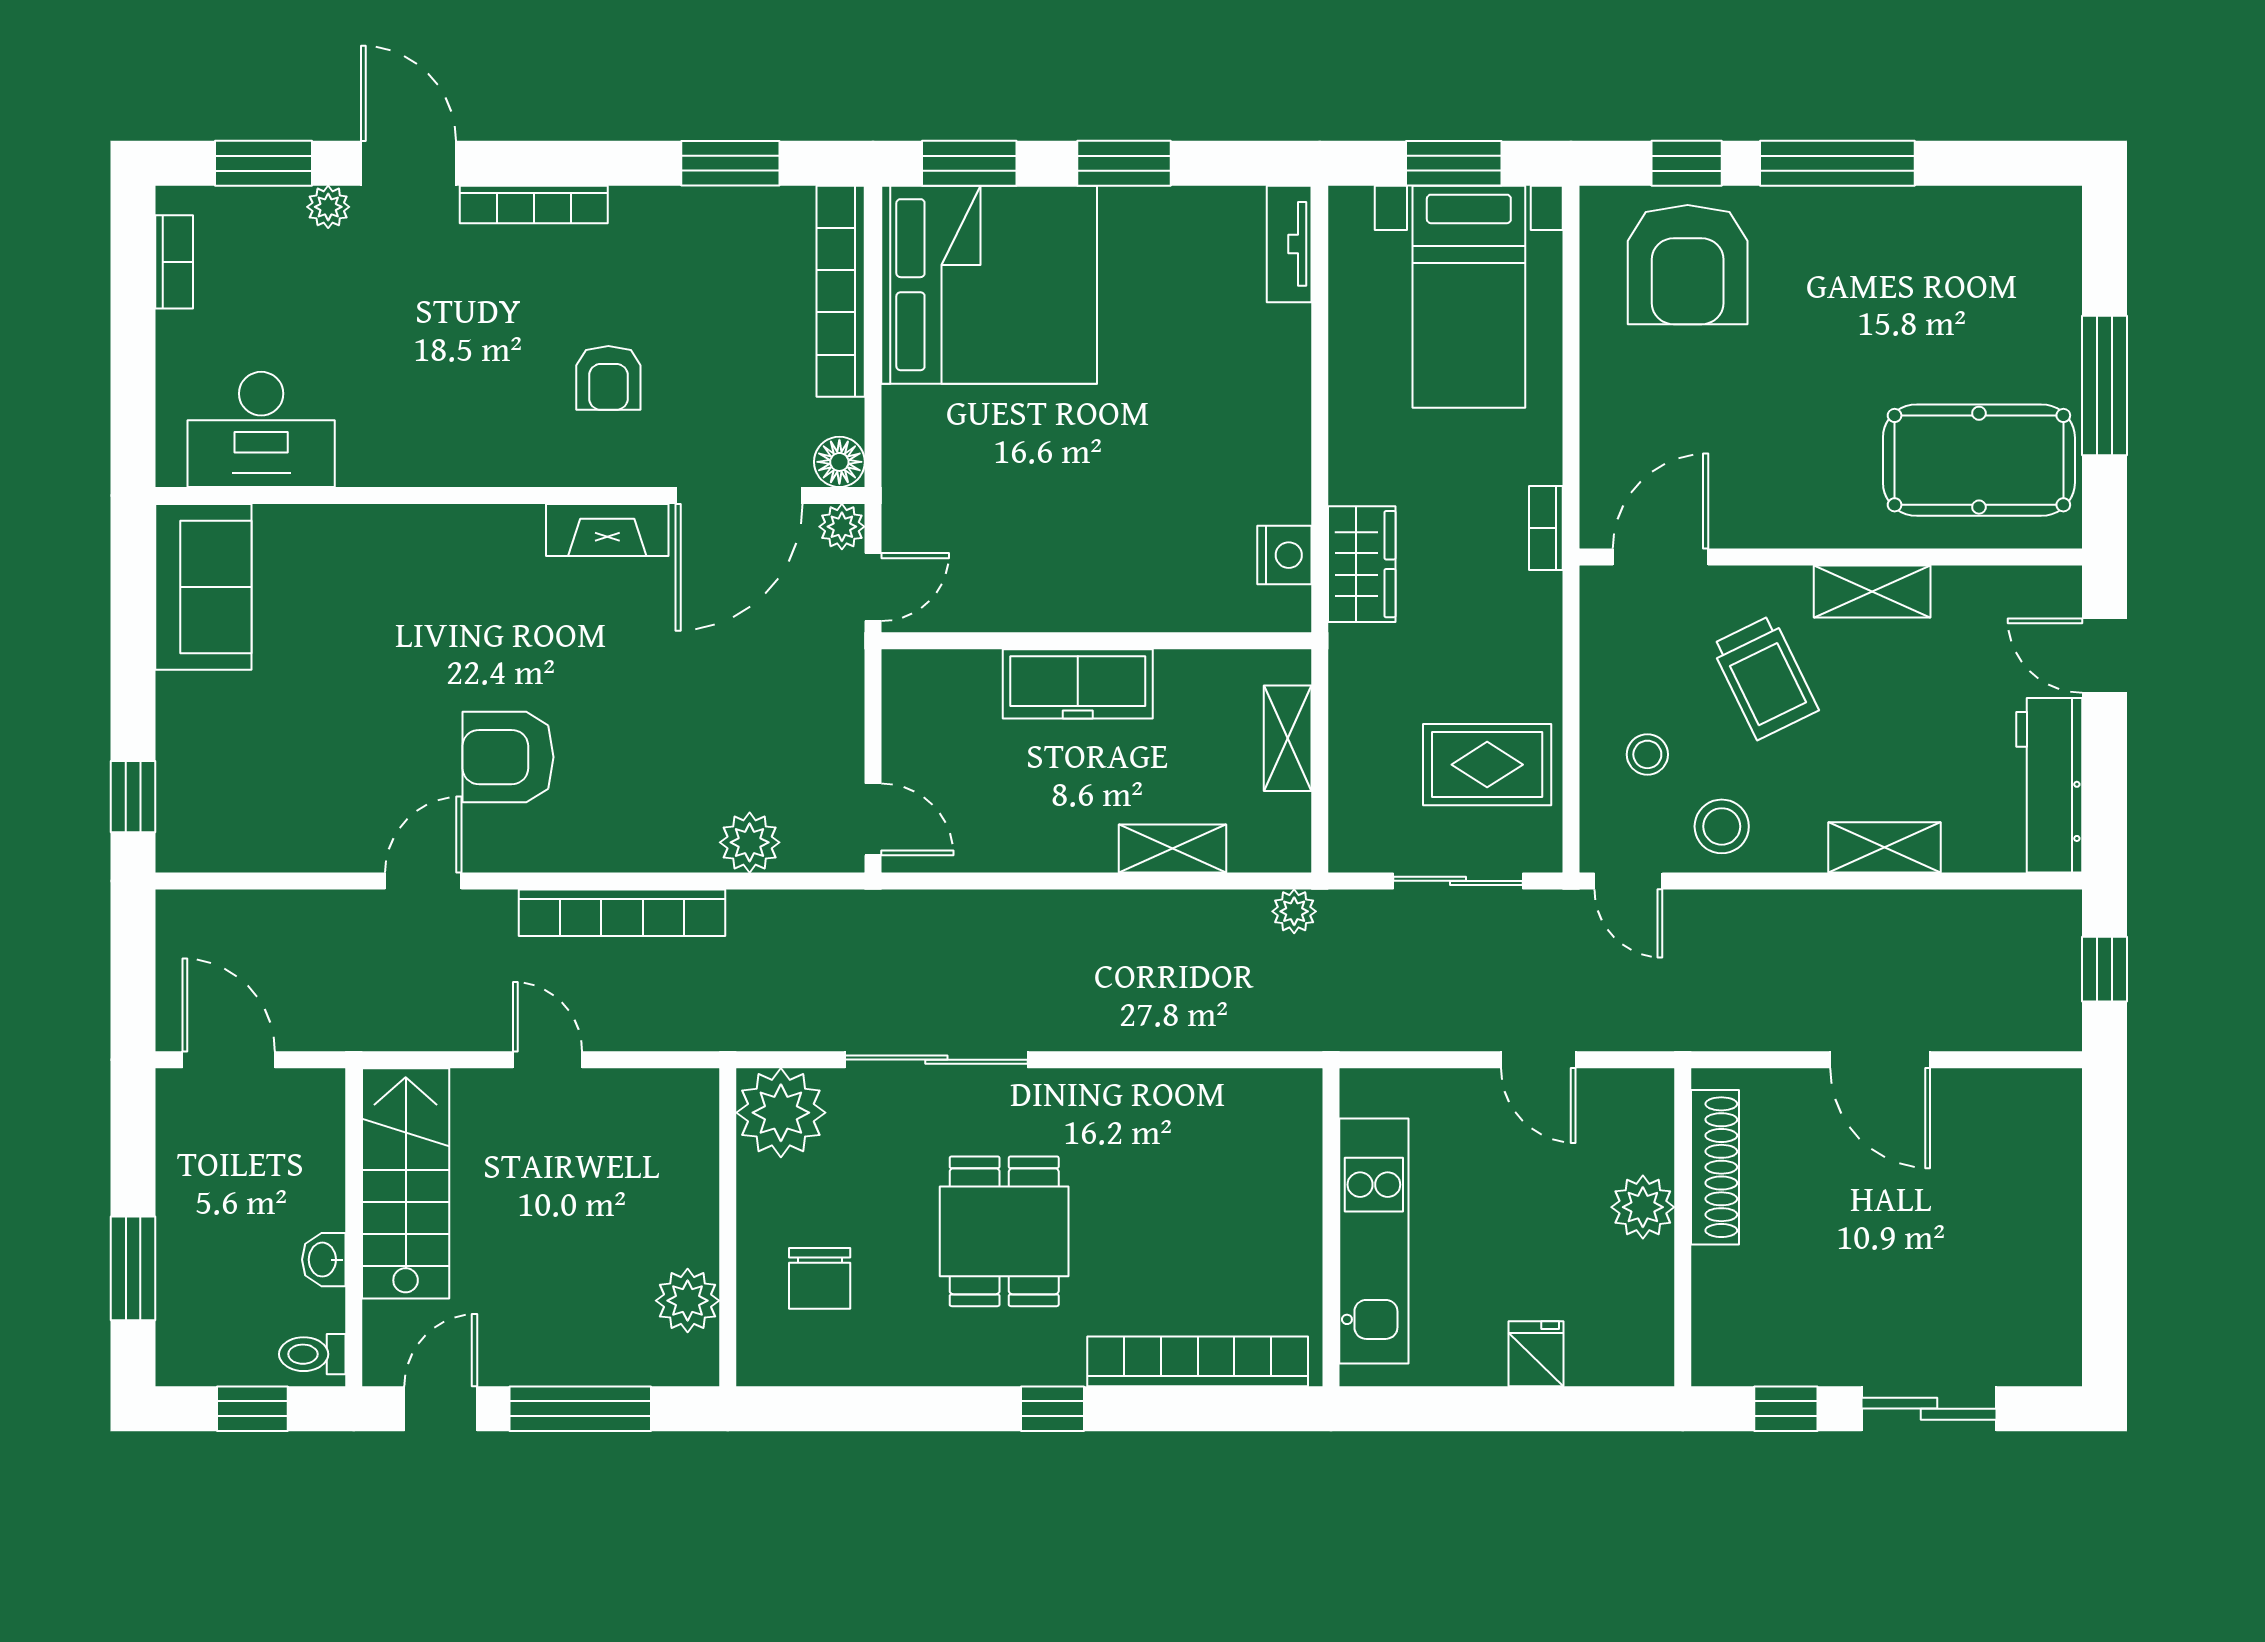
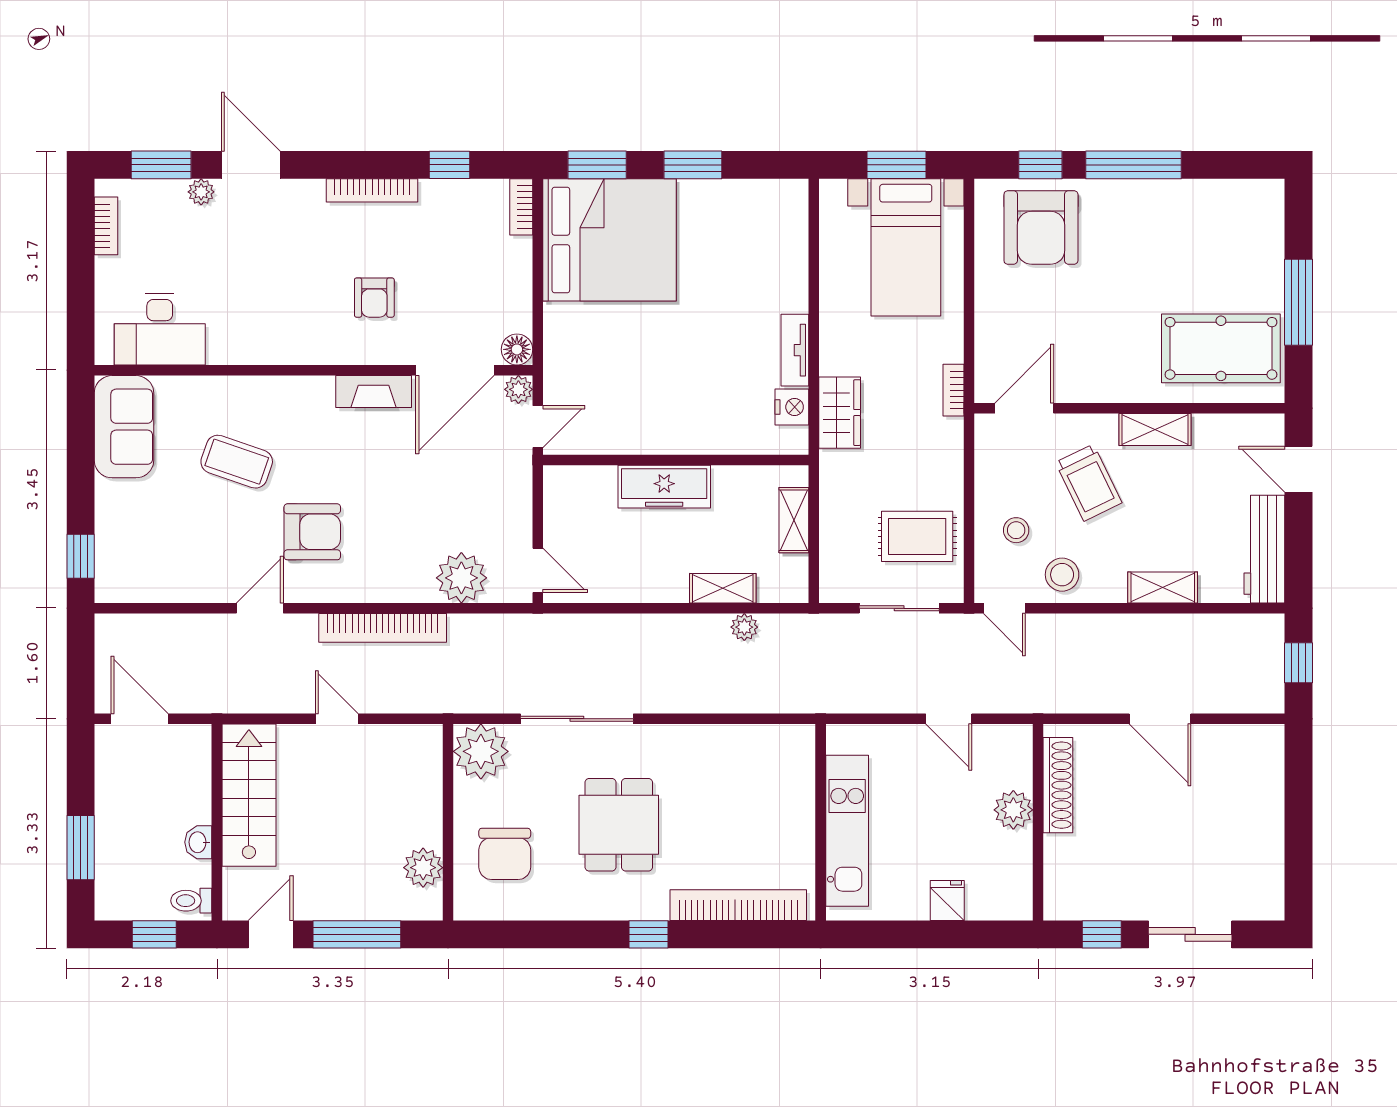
window: (730, 163) -> (450, 165), width x0.67
bookcase: (534, 205) -> (372, 190), moved
tv unit: (1289, 244) -> (795, 350), moved
bookcase: (841, 291) -> (521, 207), width x0.43, depth x0.76
coffee table: (386, 644) -> (237, 462), added
armchair: (508, 757) -> (312, 532), turned 180
plant: (750, 842) -> (461, 578), width x1.36, depth x1.36
plant: (1294, 911) -> (744, 627), moved
chair: (820, 1278) -> (505, 854), width x1.37, depth x1.37

